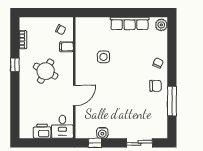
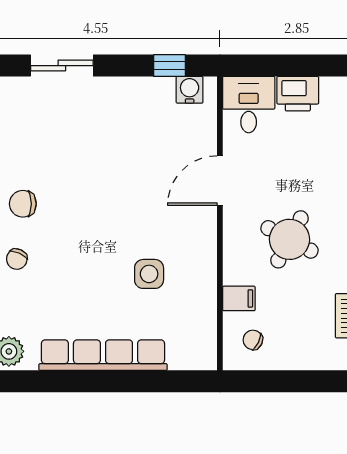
row of seats: (130, 23) -> (103, 355), width x1.36
water cooler: (102, 133) -> (190, 90), moved

